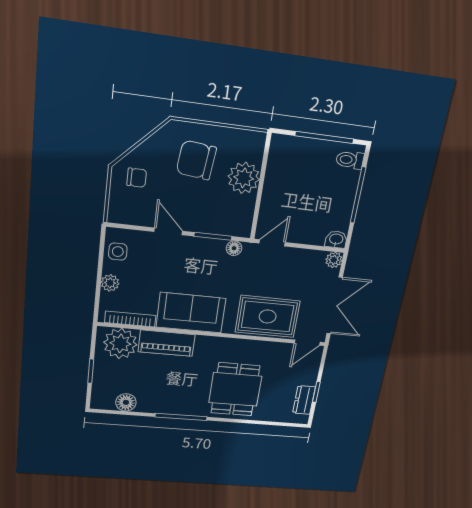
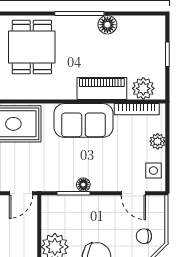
door: (168, 231) -> (133, 193), moved
floor lamp: (234, 248) -> (83, 185), moved
plant: (120, 343) -> (143, 88), width x0.73, depth x0.73
floor lamp: (126, 402) -> (107, 25), moved

